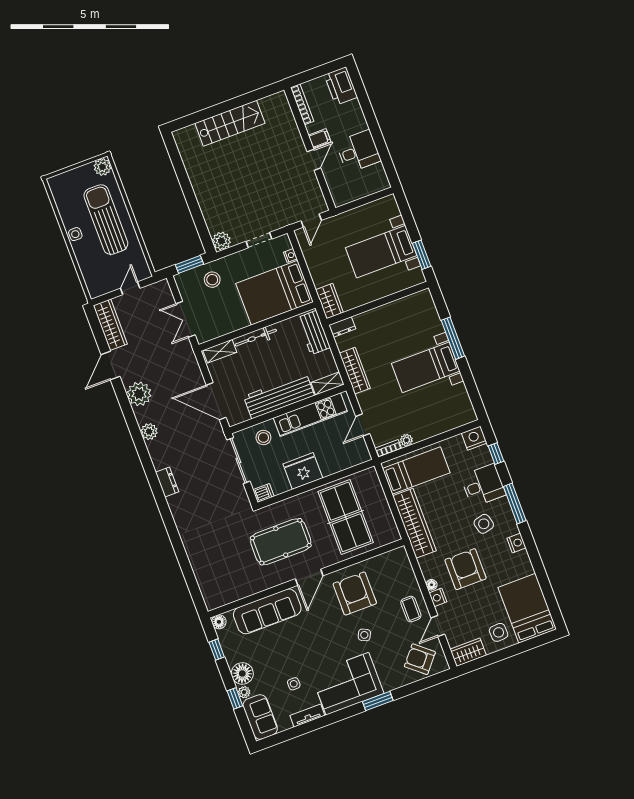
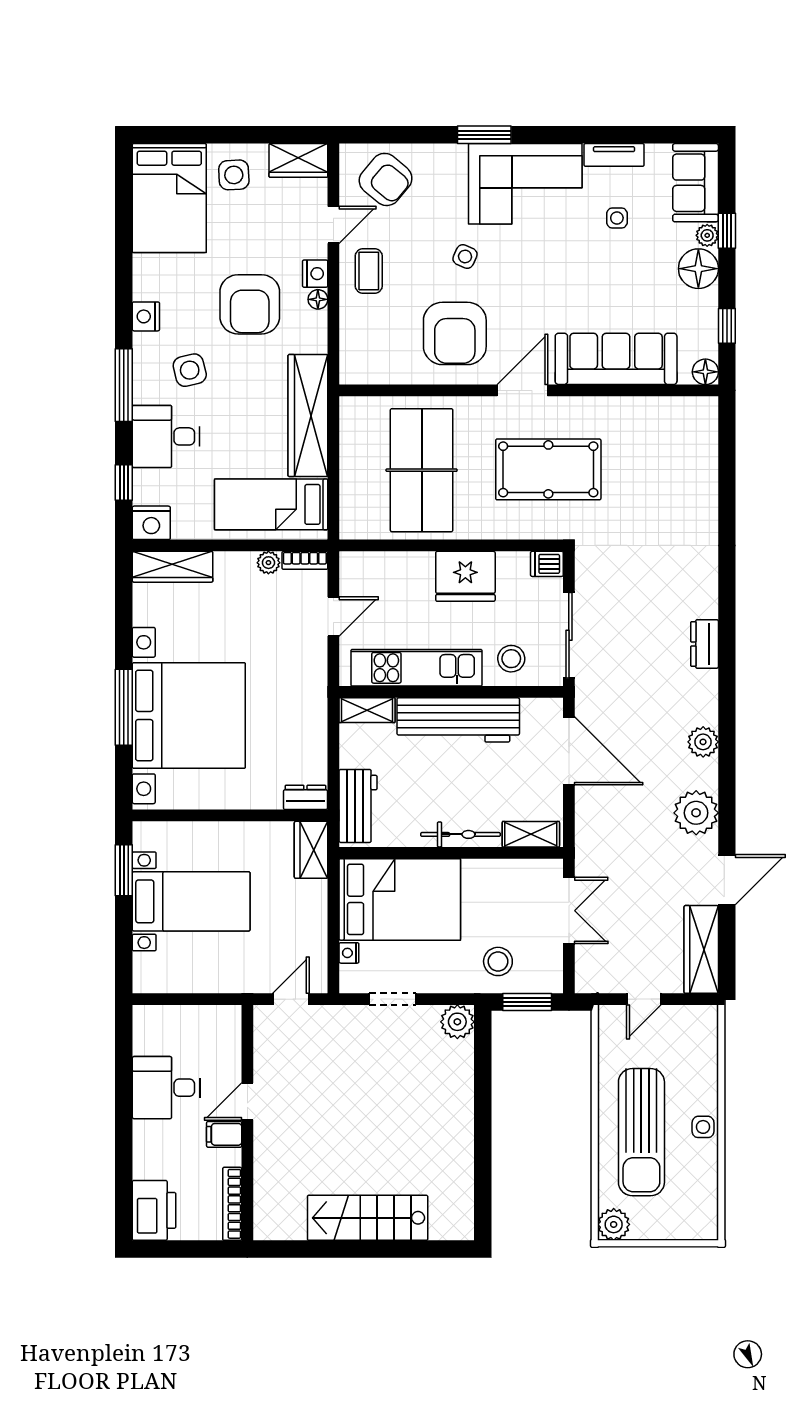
bed with nightstands: (426, 367) -> (189, 716), width x1.85
wardrobe: (355, 371) -> (173, 567), moved, turned -90

